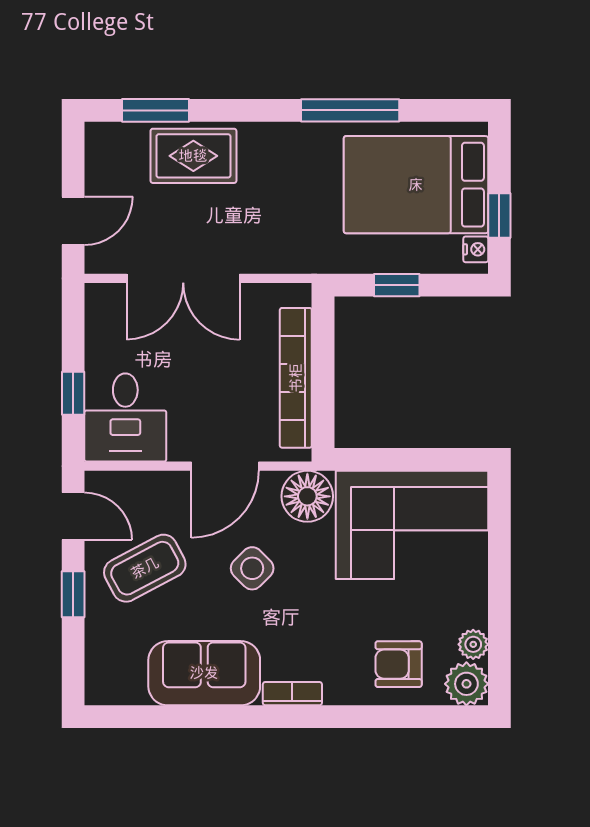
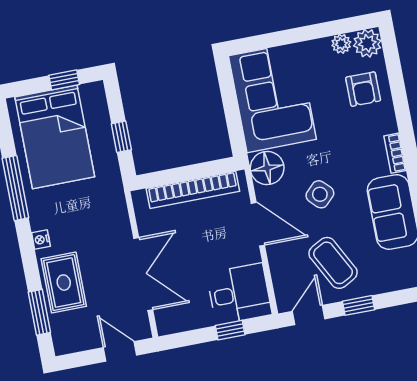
nightstand: (476, 249) -> (41, 240), moved, turned -90

